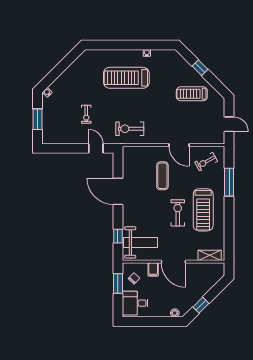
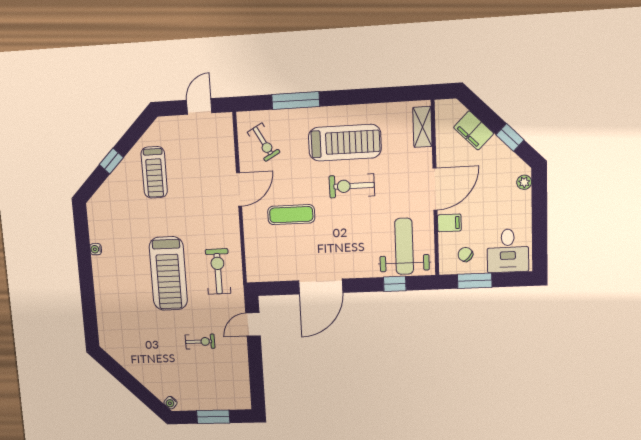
treadmill: (126, 78) -> (168, 274), moved
exercise bike: (130, 129) -> (218, 271), turned 180
filing cabinet: (206, 285) -> (474, 130), added

